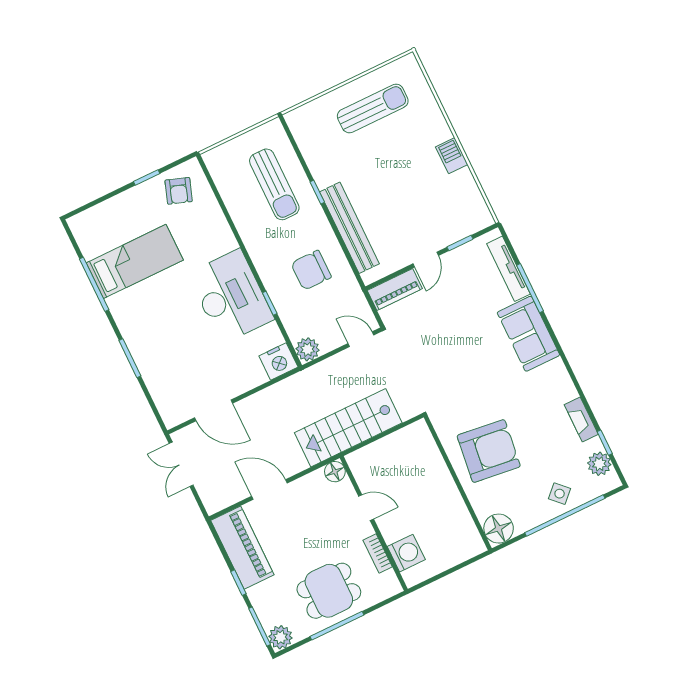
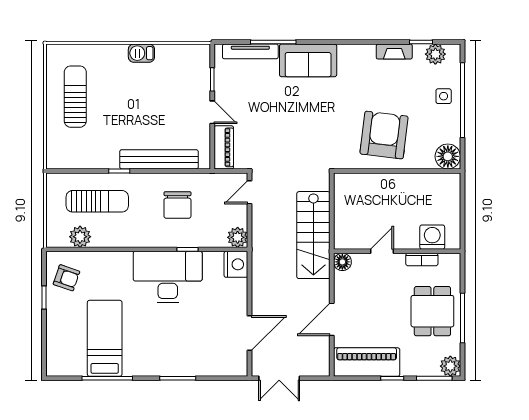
plant: (229, 184) -> (80, 237), added
side table: (560, 494) -> (444, 96), turned 45

